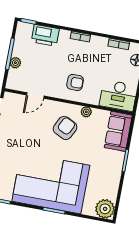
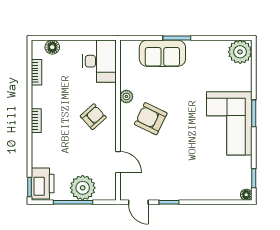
printer: (45, 35) -> (43, 183), moved
plant: (15, 63) -> (83, 188), width x1.88, depth x1.88
armchair: (75, 82) -> (93, 117), turned 48
sofa: (118, 131) -> (162, 53), moved
corner sofa: (51, 183) -> (229, 123), width x0.73, depth x0.74

